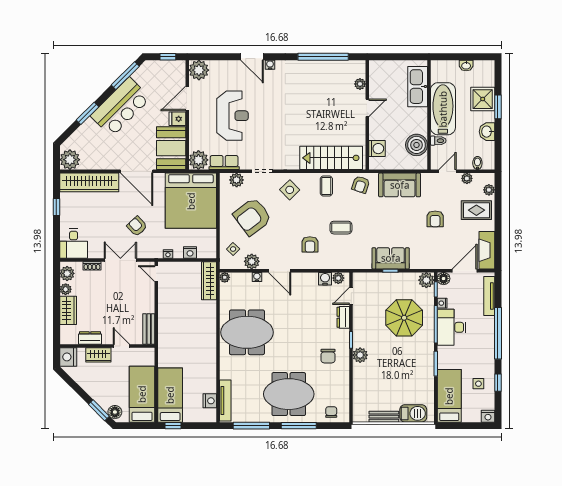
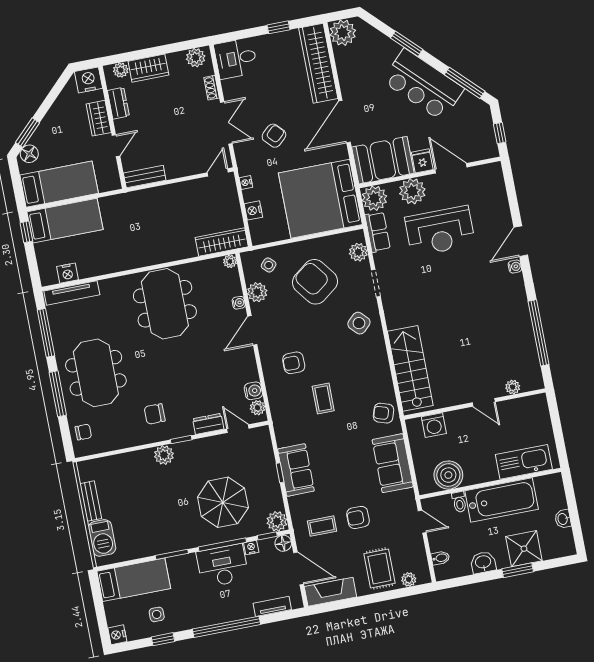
plant: (199, 70) -> (412, 191), moved
plant: (467, 178) -> (418, 548), removed
coffee table: (326, 186) -> (322, 526), moved
plant: (66, 289) -> (121, 70), moved
tv unit: (489, 296) -> (272, 606), width x0.71

